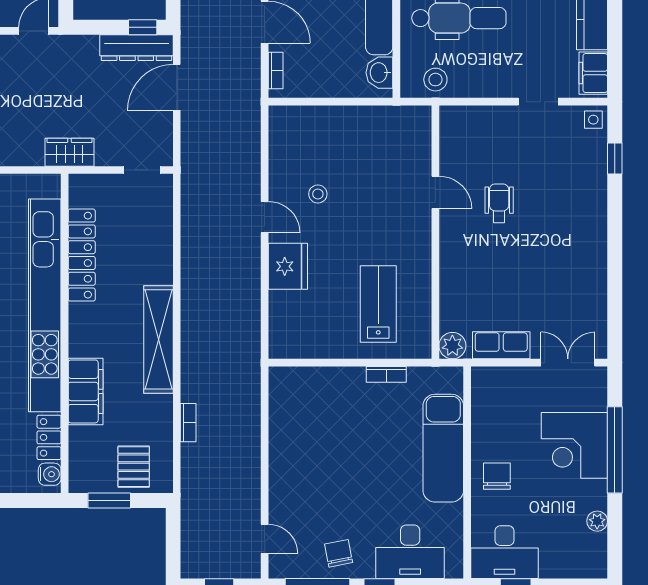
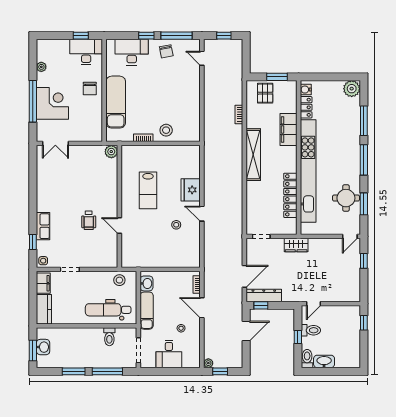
lab bench: (378, 304) -> (148, 190), moved
row of seats: (501, 345) -> (43, 226), moved, turned -90
stool: (339, 390) -> (166, 130), added

